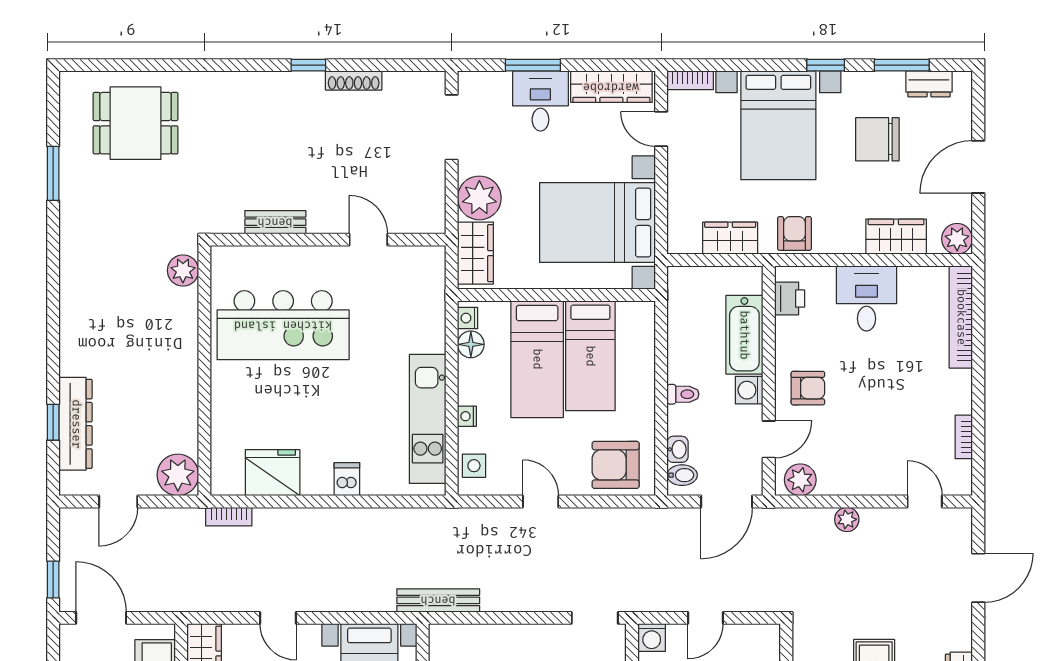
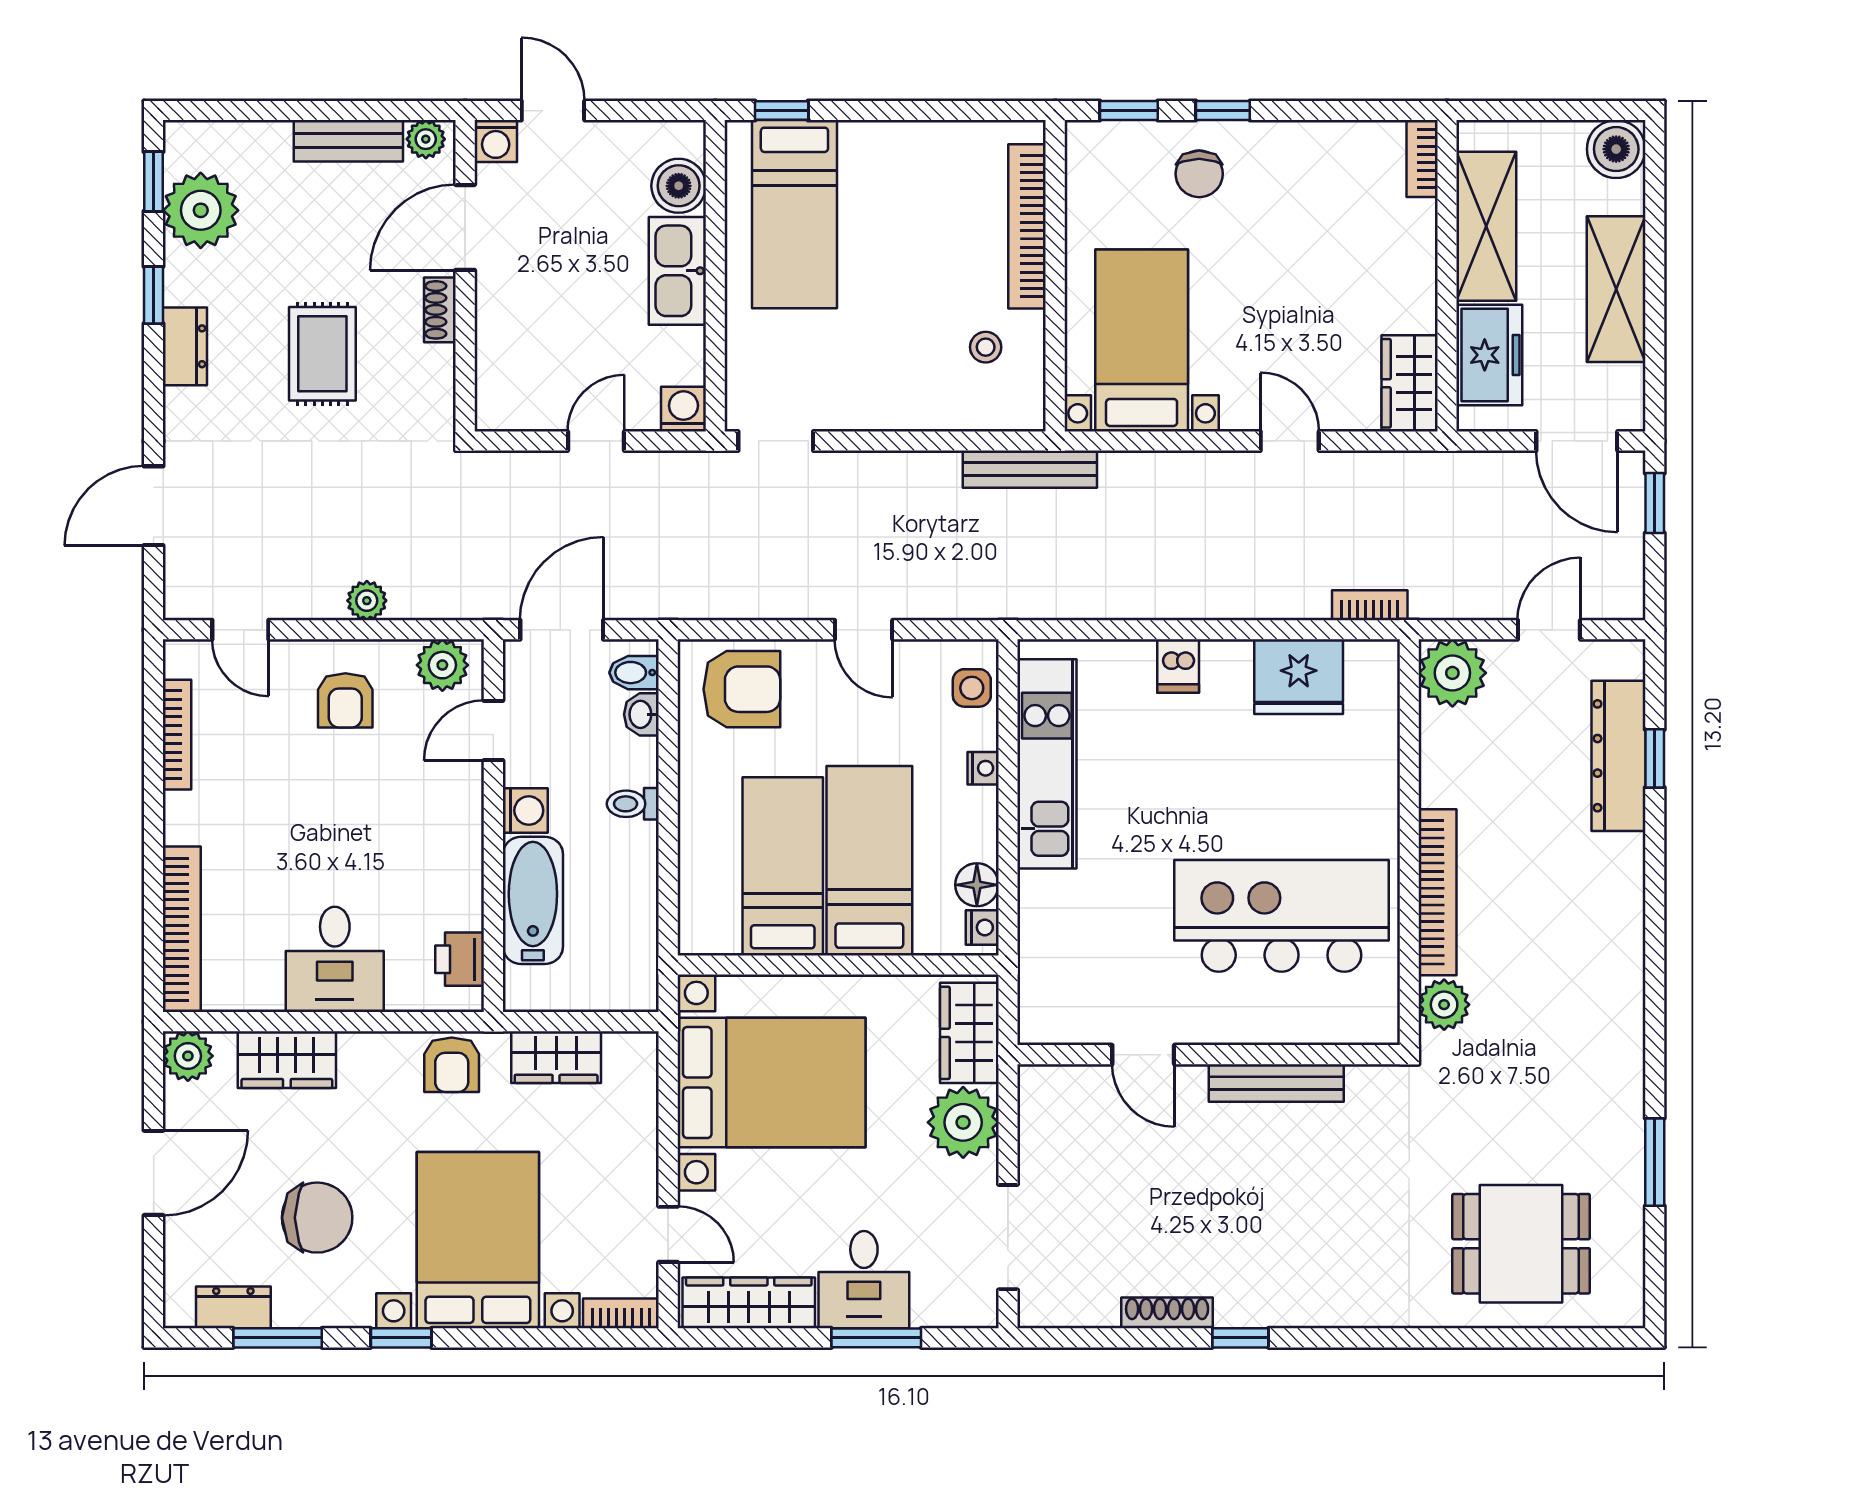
bench: (275, 222) -> (1276, 1083), width x1.36
bookcase: (187, 340) -> (1438, 892), added
armchair: (808, 388) -> (345, 700), moved, turned -90
bookcase: (964, 437) -> (177, 735), width x1.56

